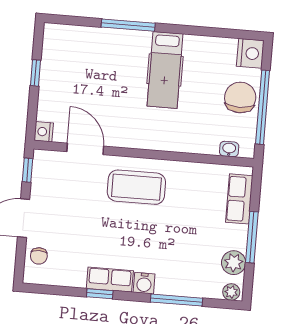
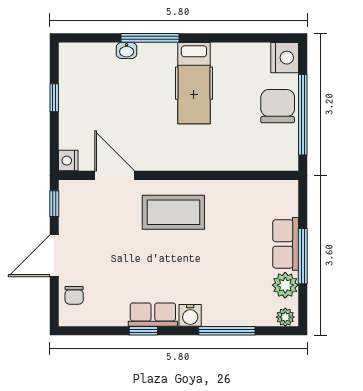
washbasin: (229, 149) -> (127, 50), moved, turned 180
row of seats: (239, 199) -> (286, 244), moved

